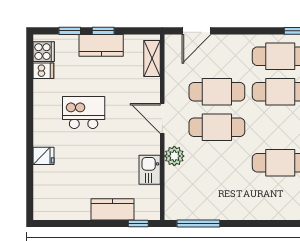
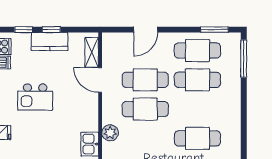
door: (197, 31) -> (146, 30), moved
kitchen island: (84, 113) -> (35, 97), turned 180
door: (162, 118) -> (100, 80), moved

